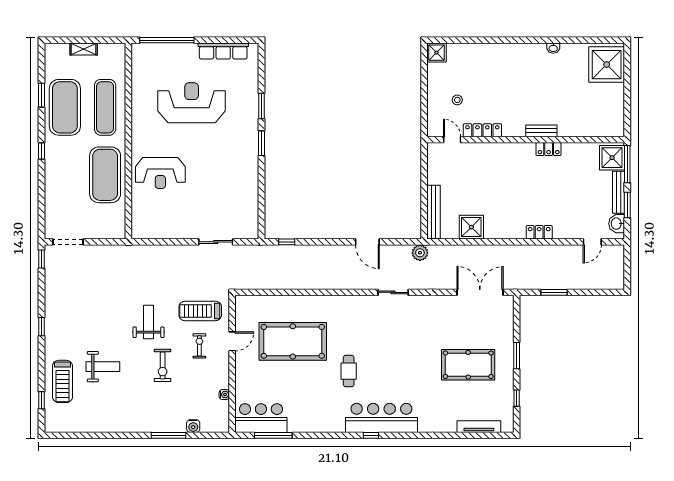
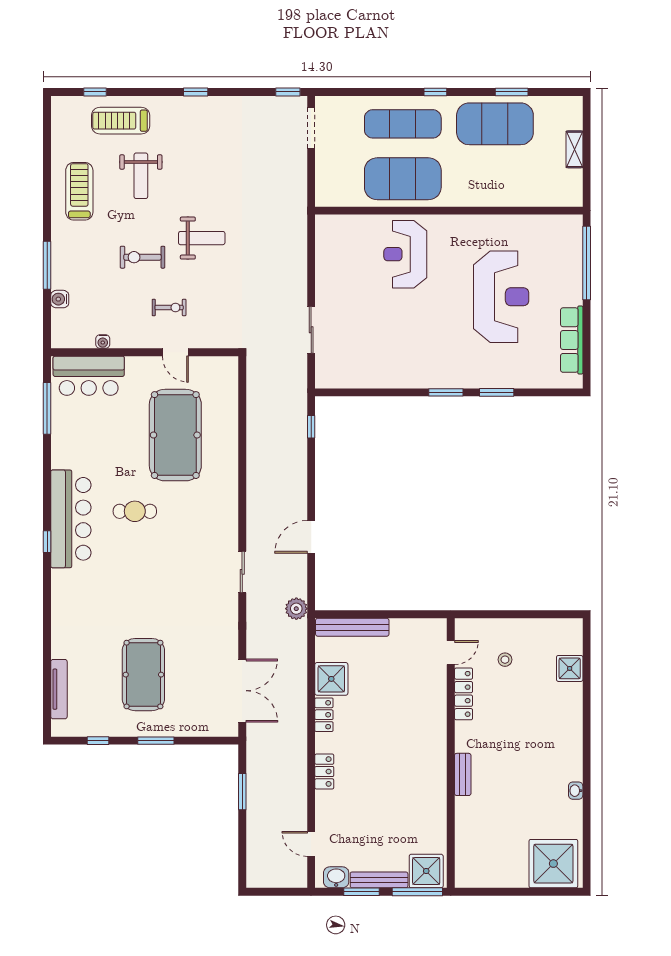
shower: (436, 53) -> (570, 668), moved
exercise mat: (105, 107) -> (403, 124), moved
locker: (549, 149) -> (324, 715), moved, turned 180
treadmill: (200, 311) -> (79, 191), moved
bar counter: (261, 418) -> (89, 376), moved, turned 90
bar counter: (381, 418) -> (71, 519), moved

